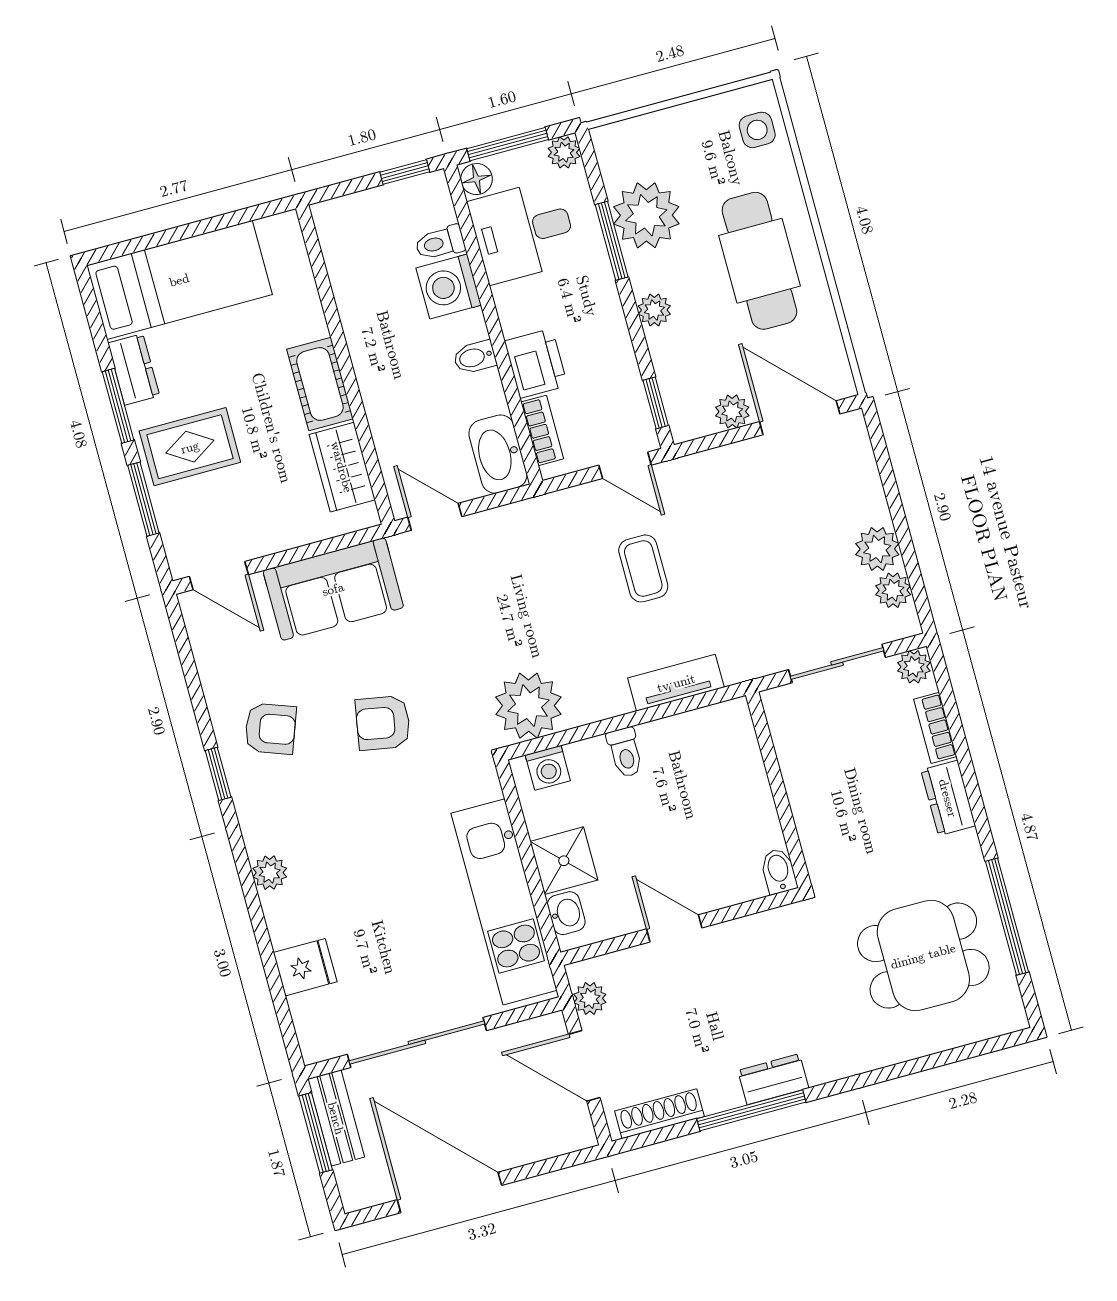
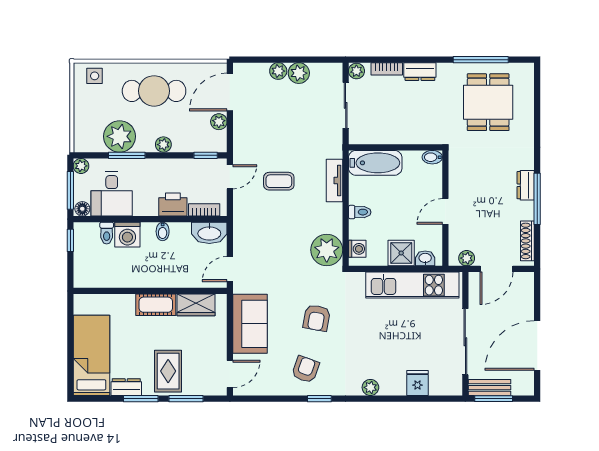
plant: (893, 590) -> (278, 71), moved
bathtub: (735, 757) -> (375, 163), added

